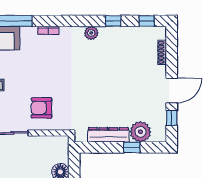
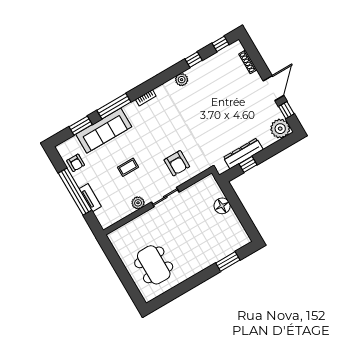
armchair: (42, 108) -> (177, 163), turned -90
plant: (140, 132) -> (280, 129), moved
window: (132, 147) -> (248, 164), moved

